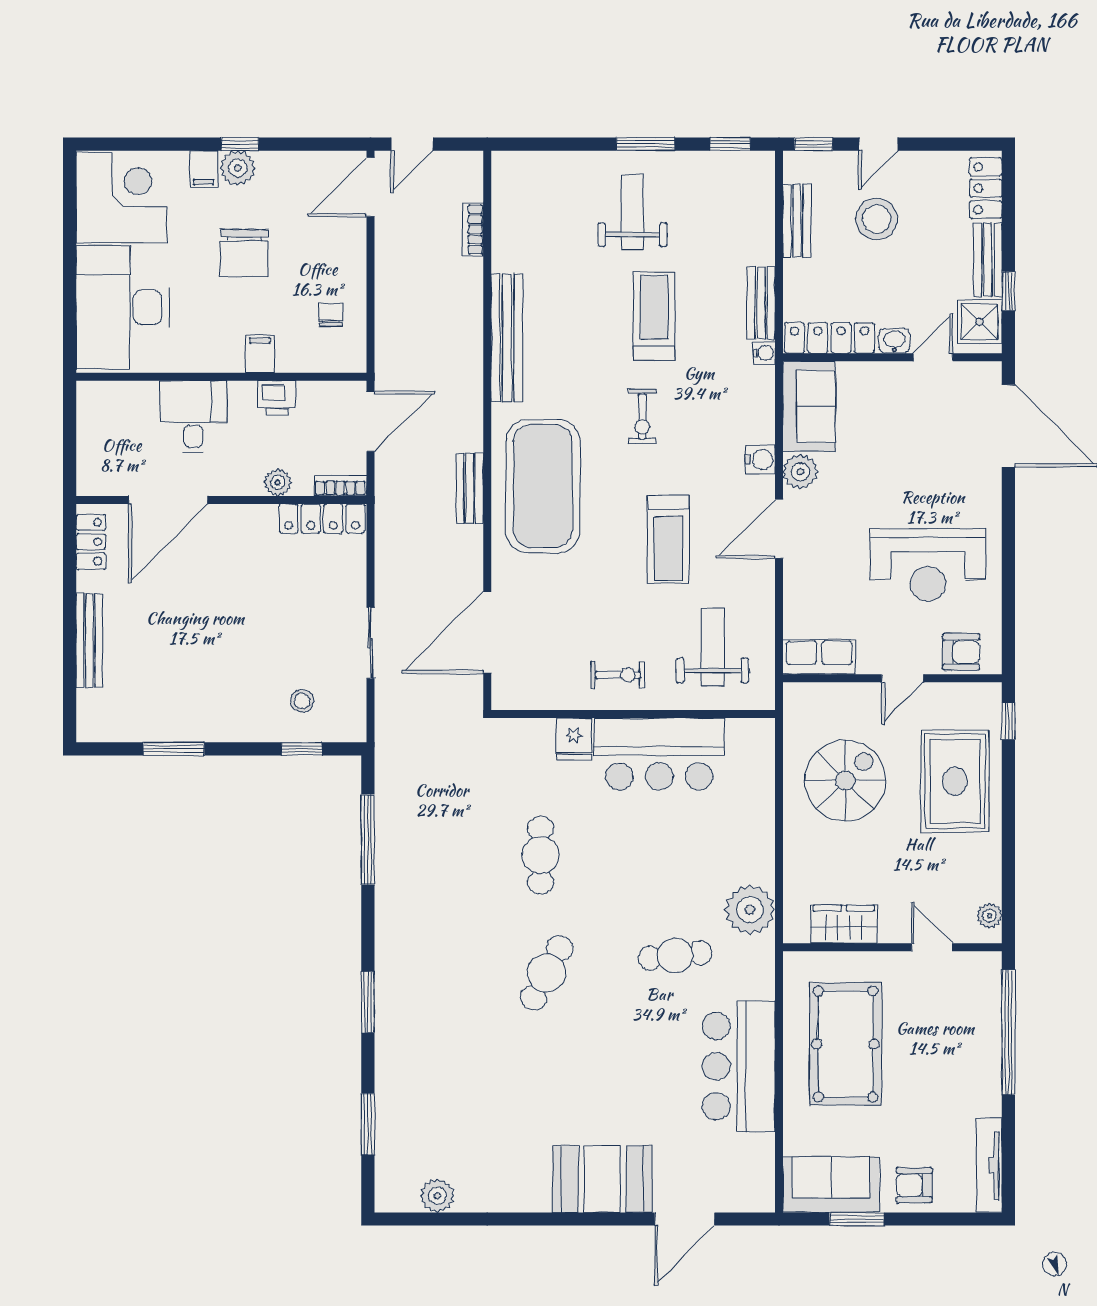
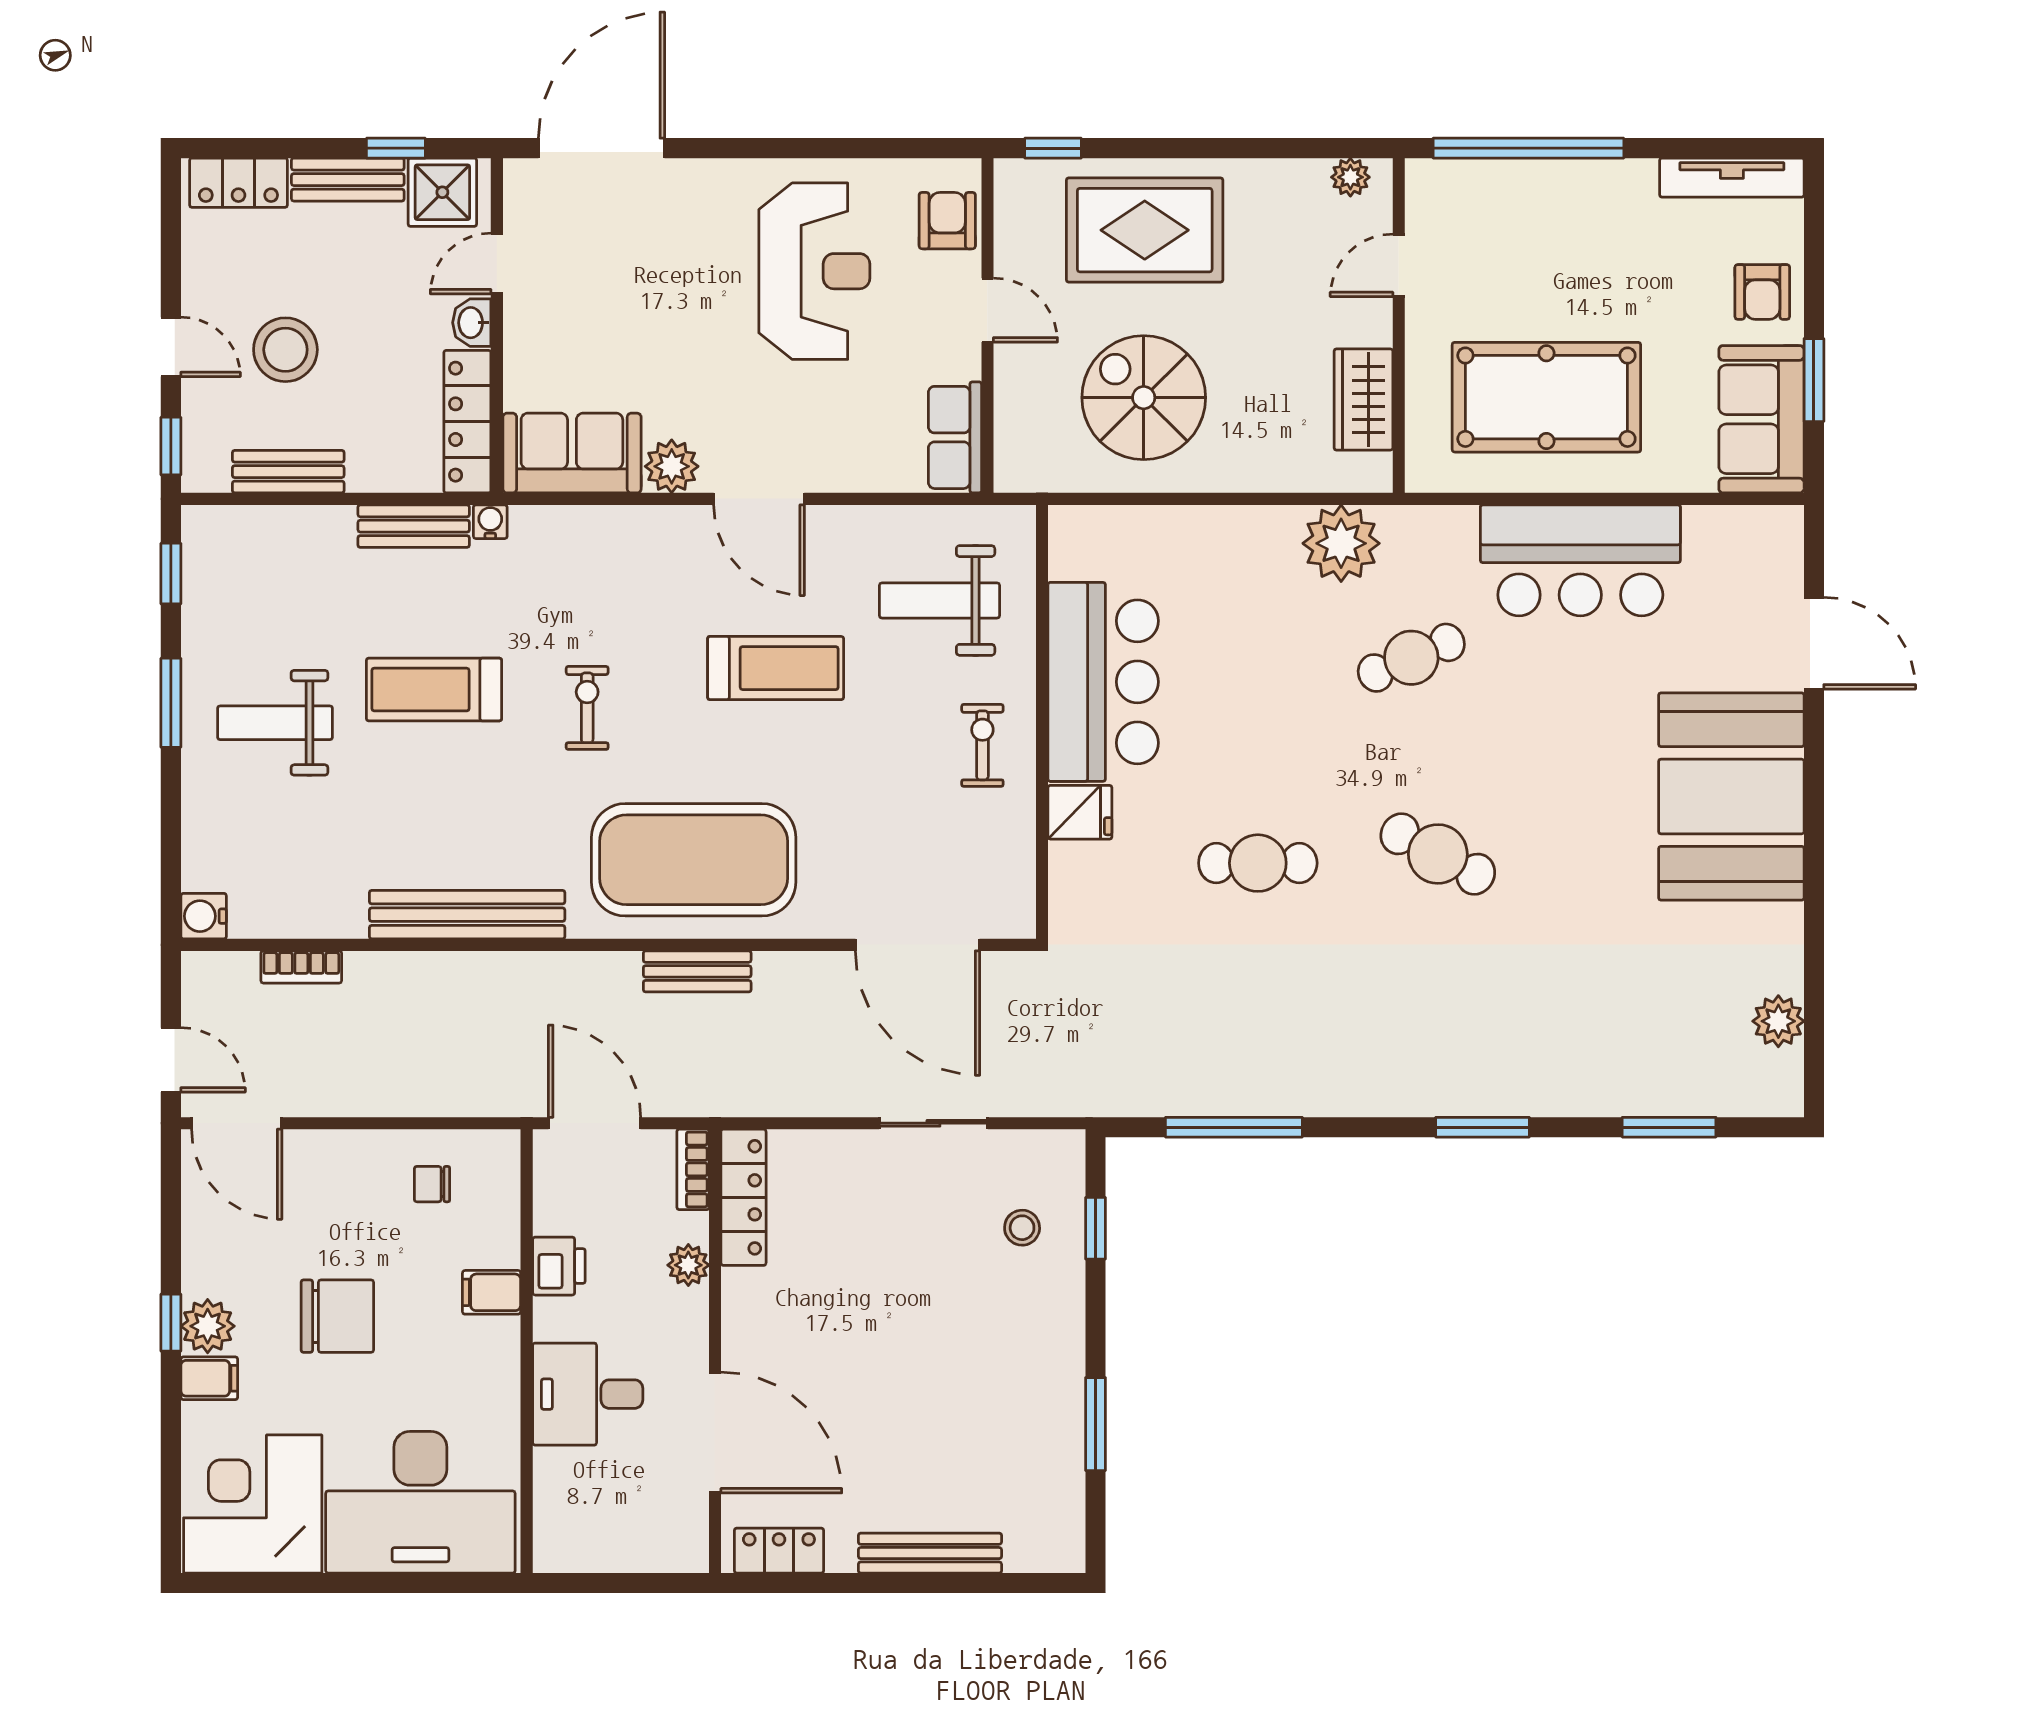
door: (933, 357) -> (497, 264), hinge flipped
exercise bike: (642, 416) -> (587, 708), turned -90
water cooler: (760, 460) -> (204, 916), moved, turned -90
cafe table: (675, 956) -> (1411, 658), turned 73
booth: (602, 1179) -> (1731, 796), width x1.36, depth x1.42

